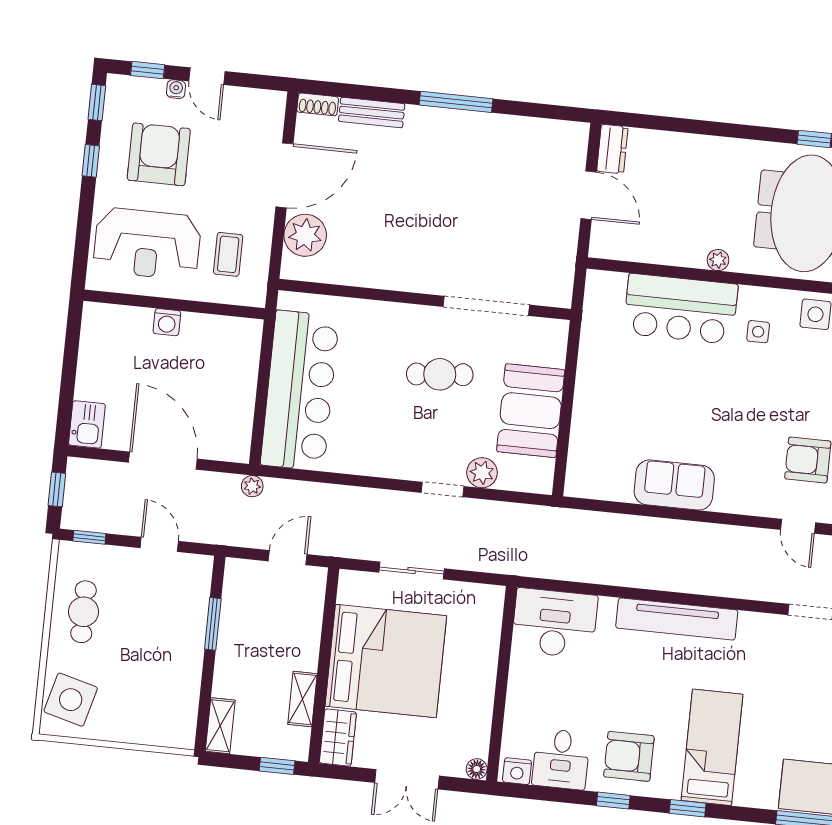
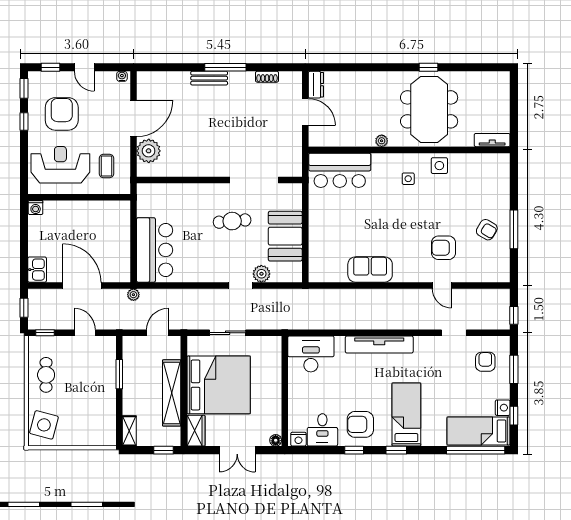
water cooler: (176, 89) -> (122, 76), moved
shoe rack: (318, 104) -> (267, 77), moved
bench: (372, 113) -> (209, 78), moved
reception desk: (147, 244) -> (60, 165), turned 180
bar counter: (681, 309) -> (340, 170), moved
washing machine: (167, 322) -> (36, 208), moved
bar counter: (300, 391) -> (155, 250), width x0.73
shelving: (302, 699) -> (172, 393), width x2.20, depth x1.33

